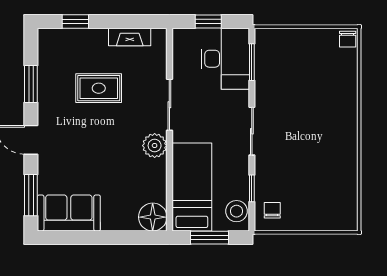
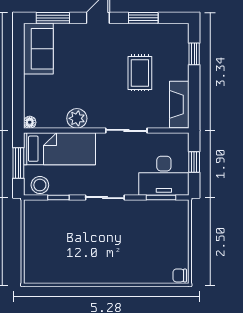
fireplace: (130, 37) -> (179, 104), width x1.37, depth x1.32
plant: (155, 146) -> (77, 118), moved
chair: (272, 210) -> (41, 214), removed
floor lamp: (153, 217) -> (30, 122), width x0.53, depth x0.53

